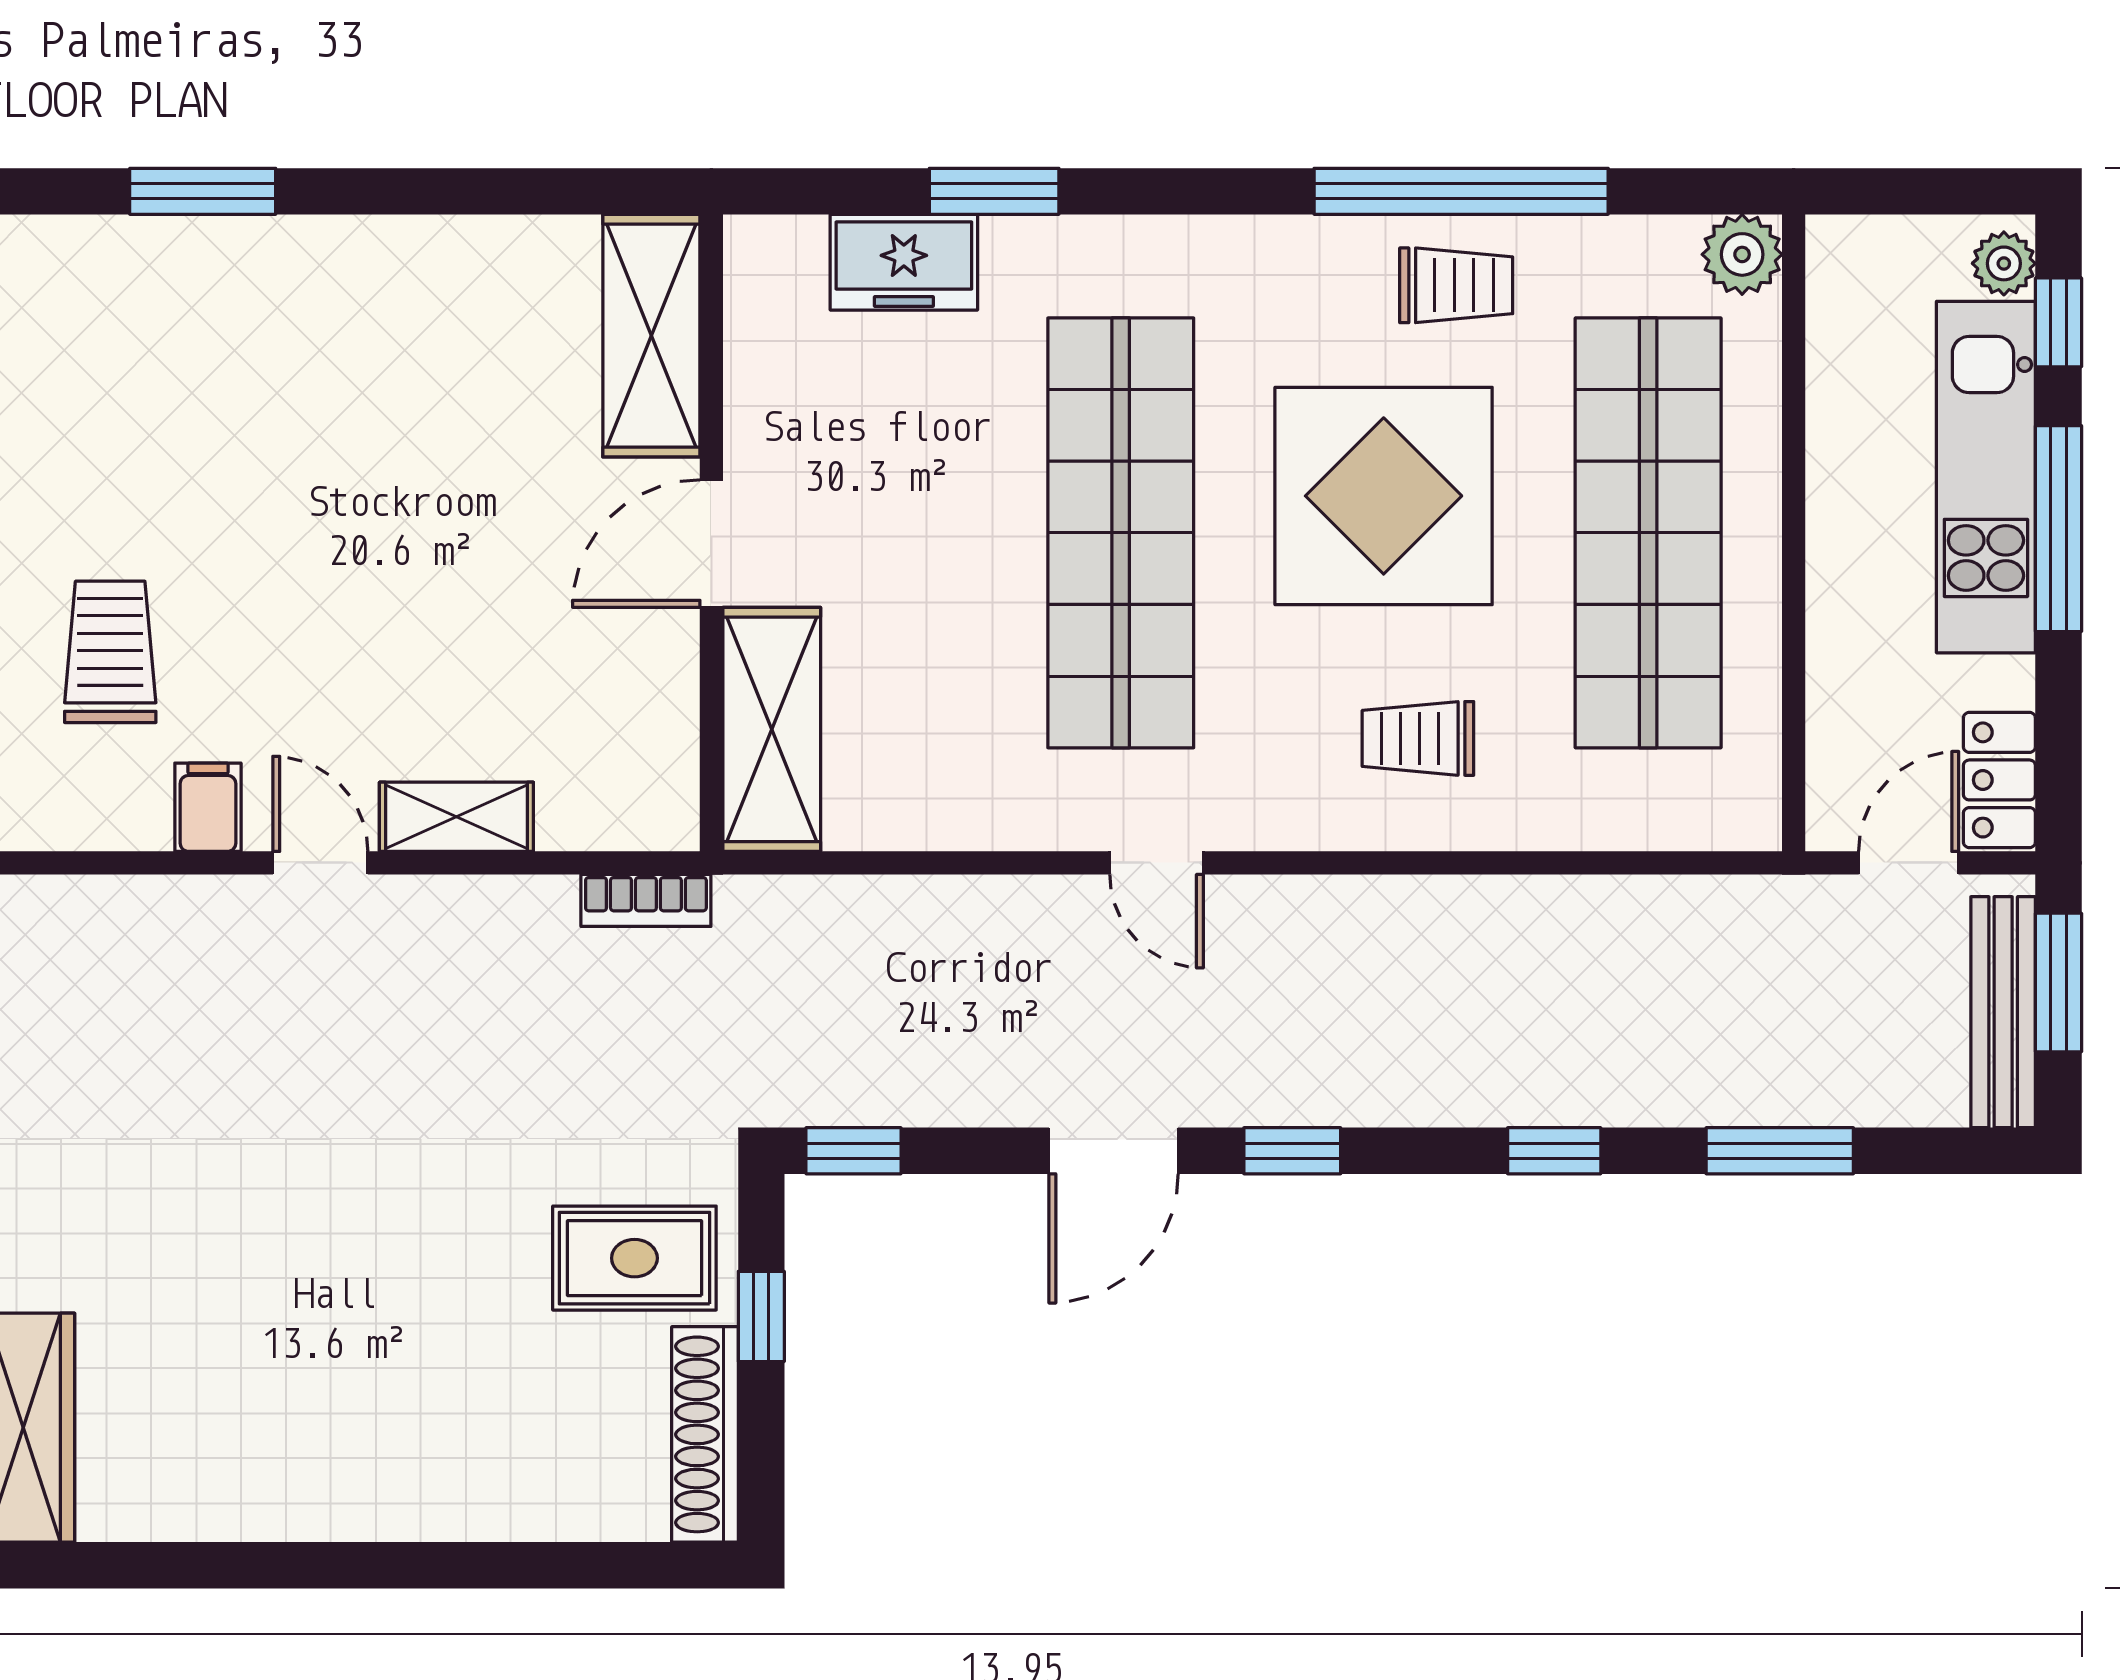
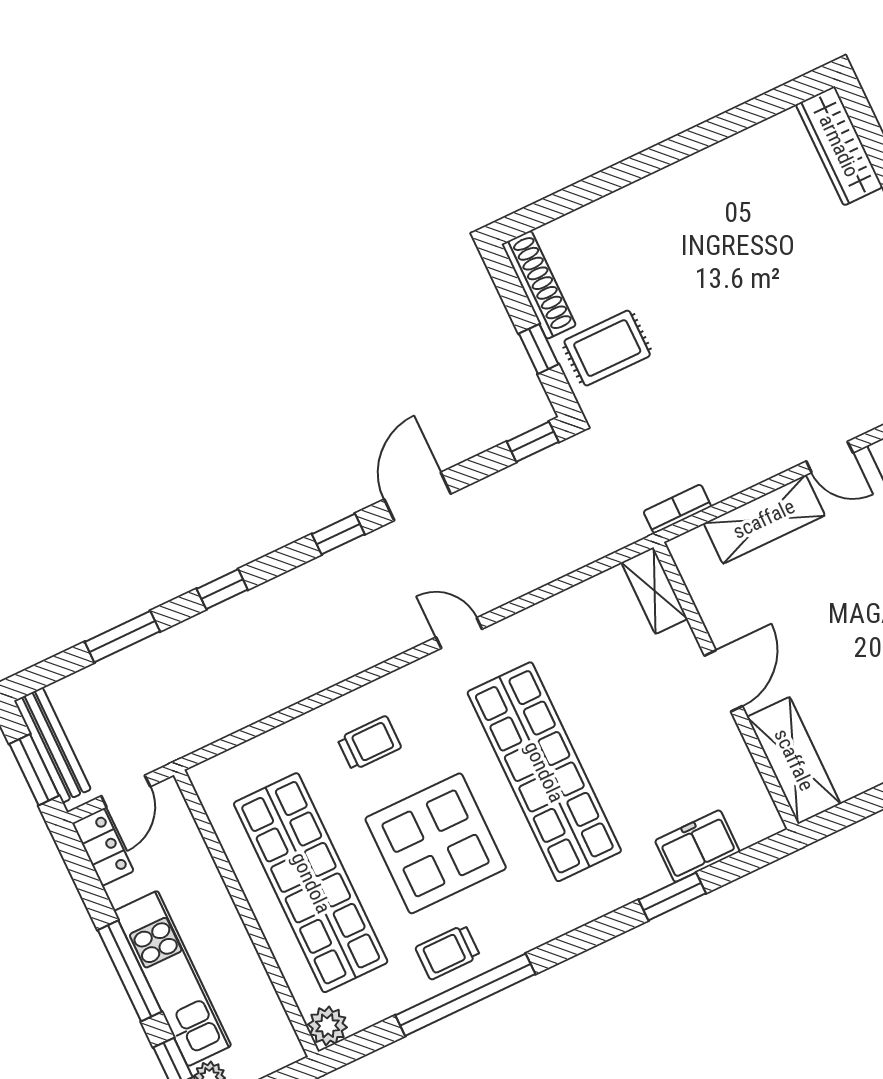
shelving: (772, 729) -> (654, 591), width x0.67, depth x0.75
shelving: (456, 817) -> (764, 519), width x1.50, depth x1.33

